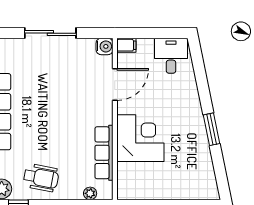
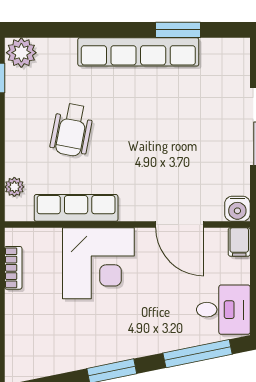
window: (200, 73) -> (198, 354), added
wheelchair: (41, 178) -> (72, 130), moved
bookcase: (143, 194) -> (13, 268), added

